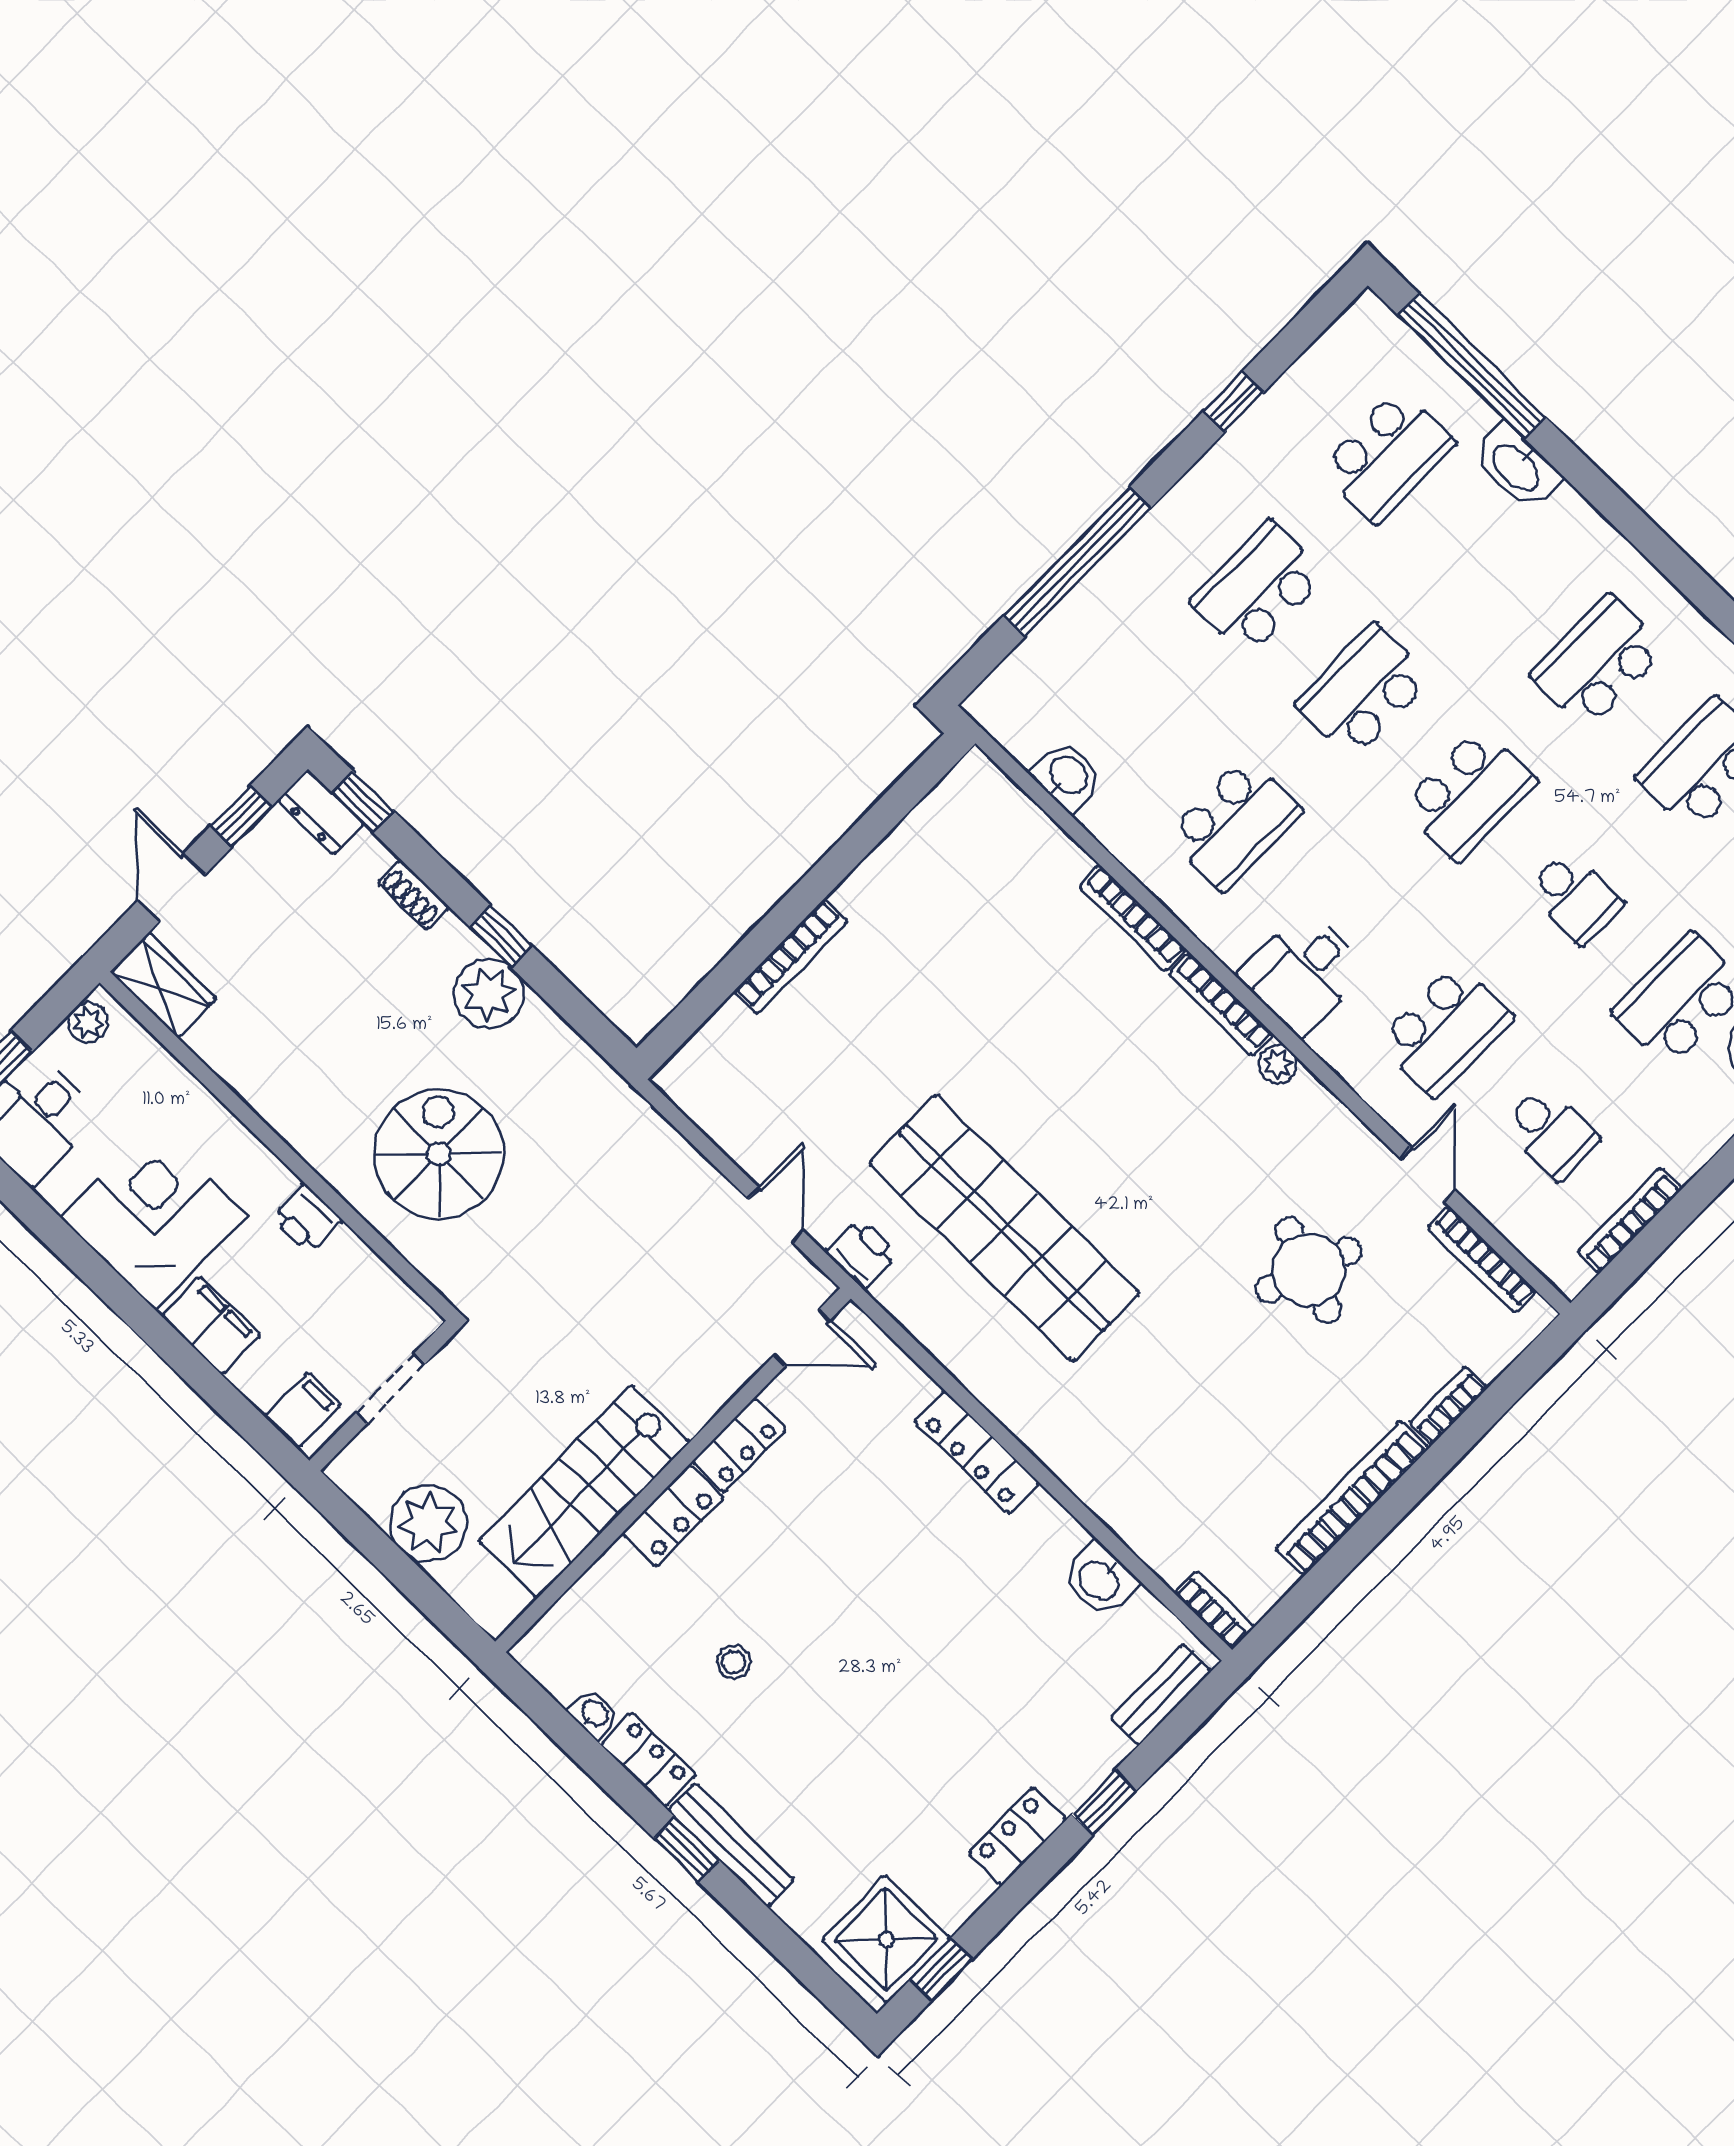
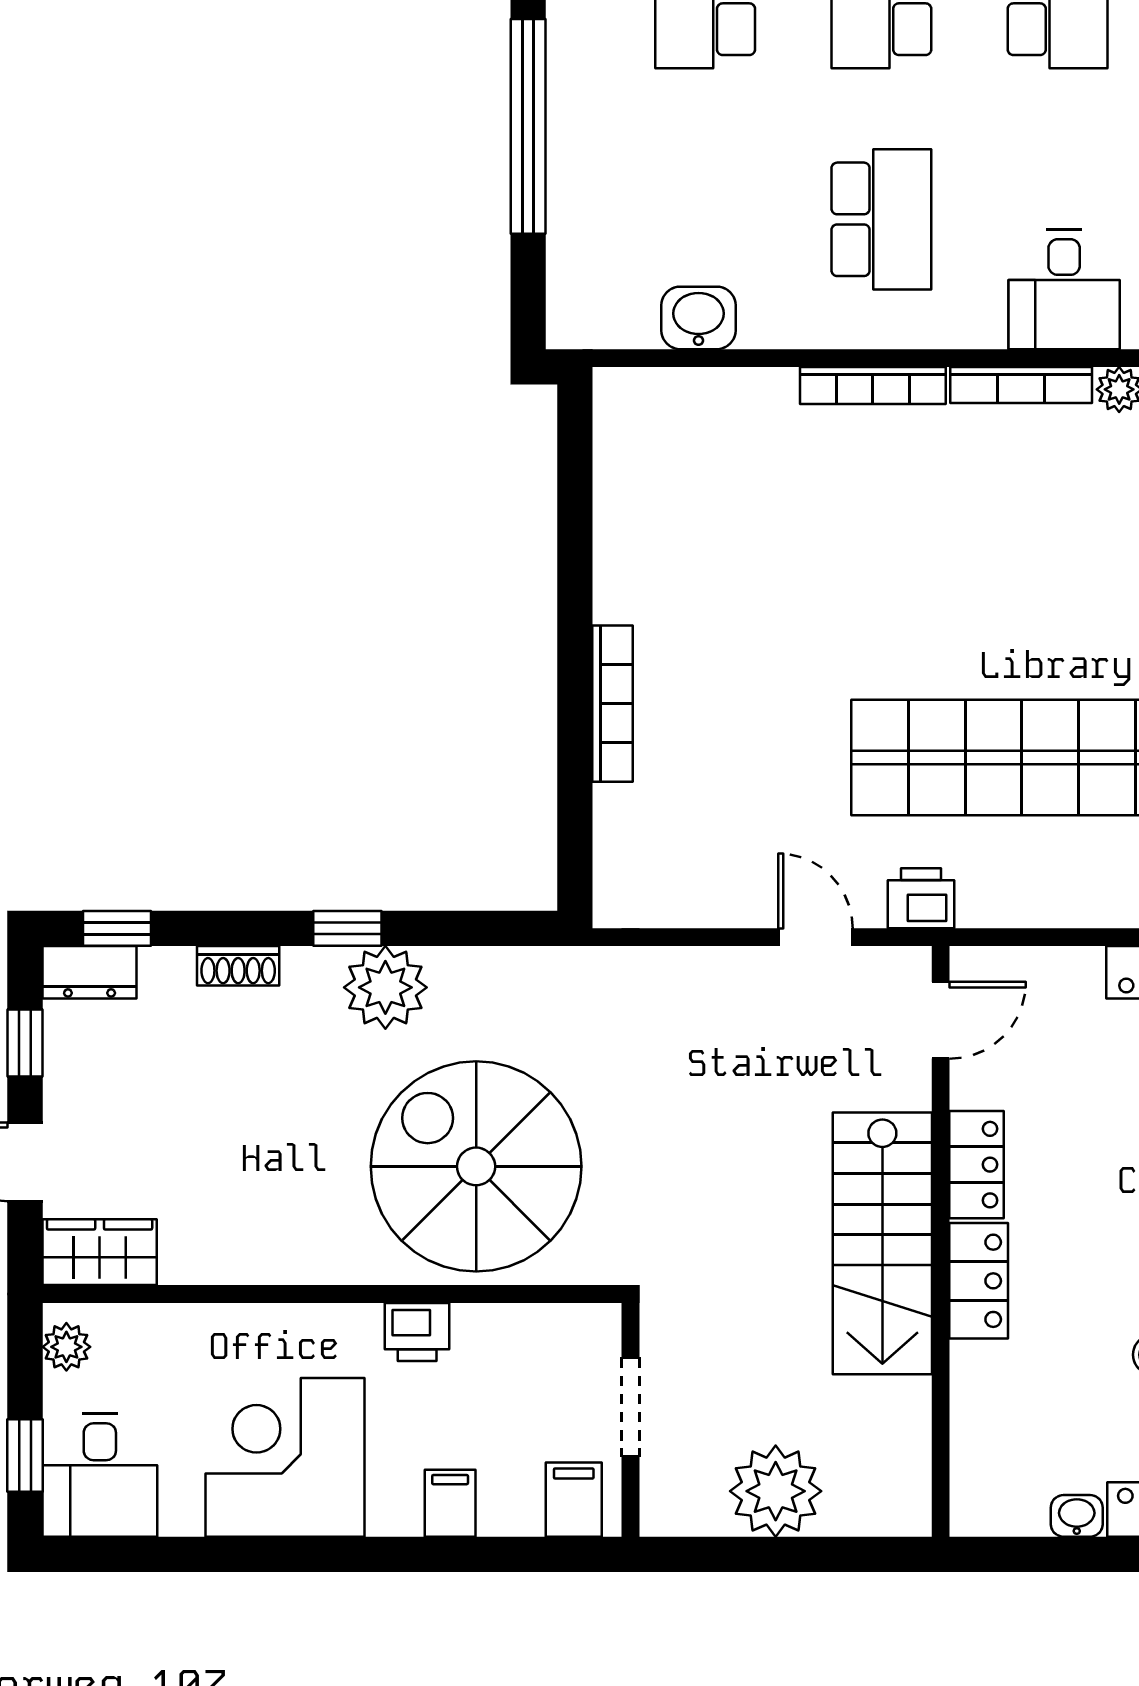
spiral stairs: (439, 1154) -> (476, 1166), width x1.37, depth x1.37
filing cabinet: (211, 1326) -> (450, 1503), width x0.50
stairs: (584, 1491) -> (882, 1243), moved

